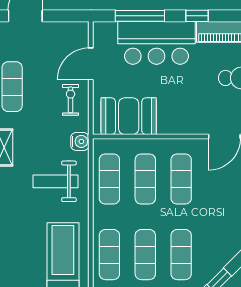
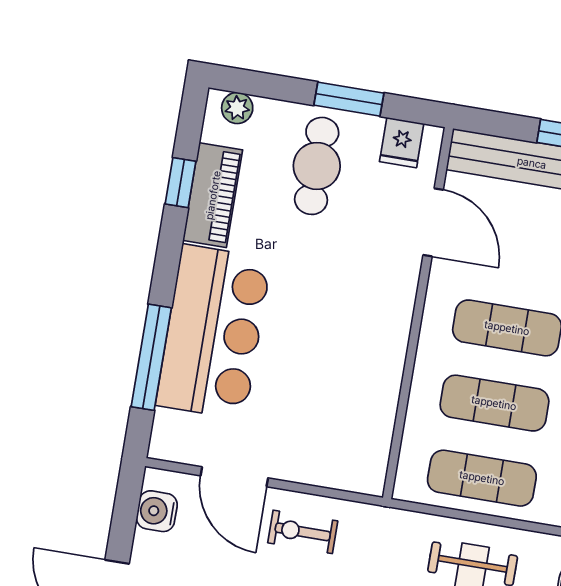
window: (197, 16) -> (180, 183), moved
booth: (129, 116) -> (357, 416), removed
water cooler: (80, 141) -> (157, 511), moved, turned -90

